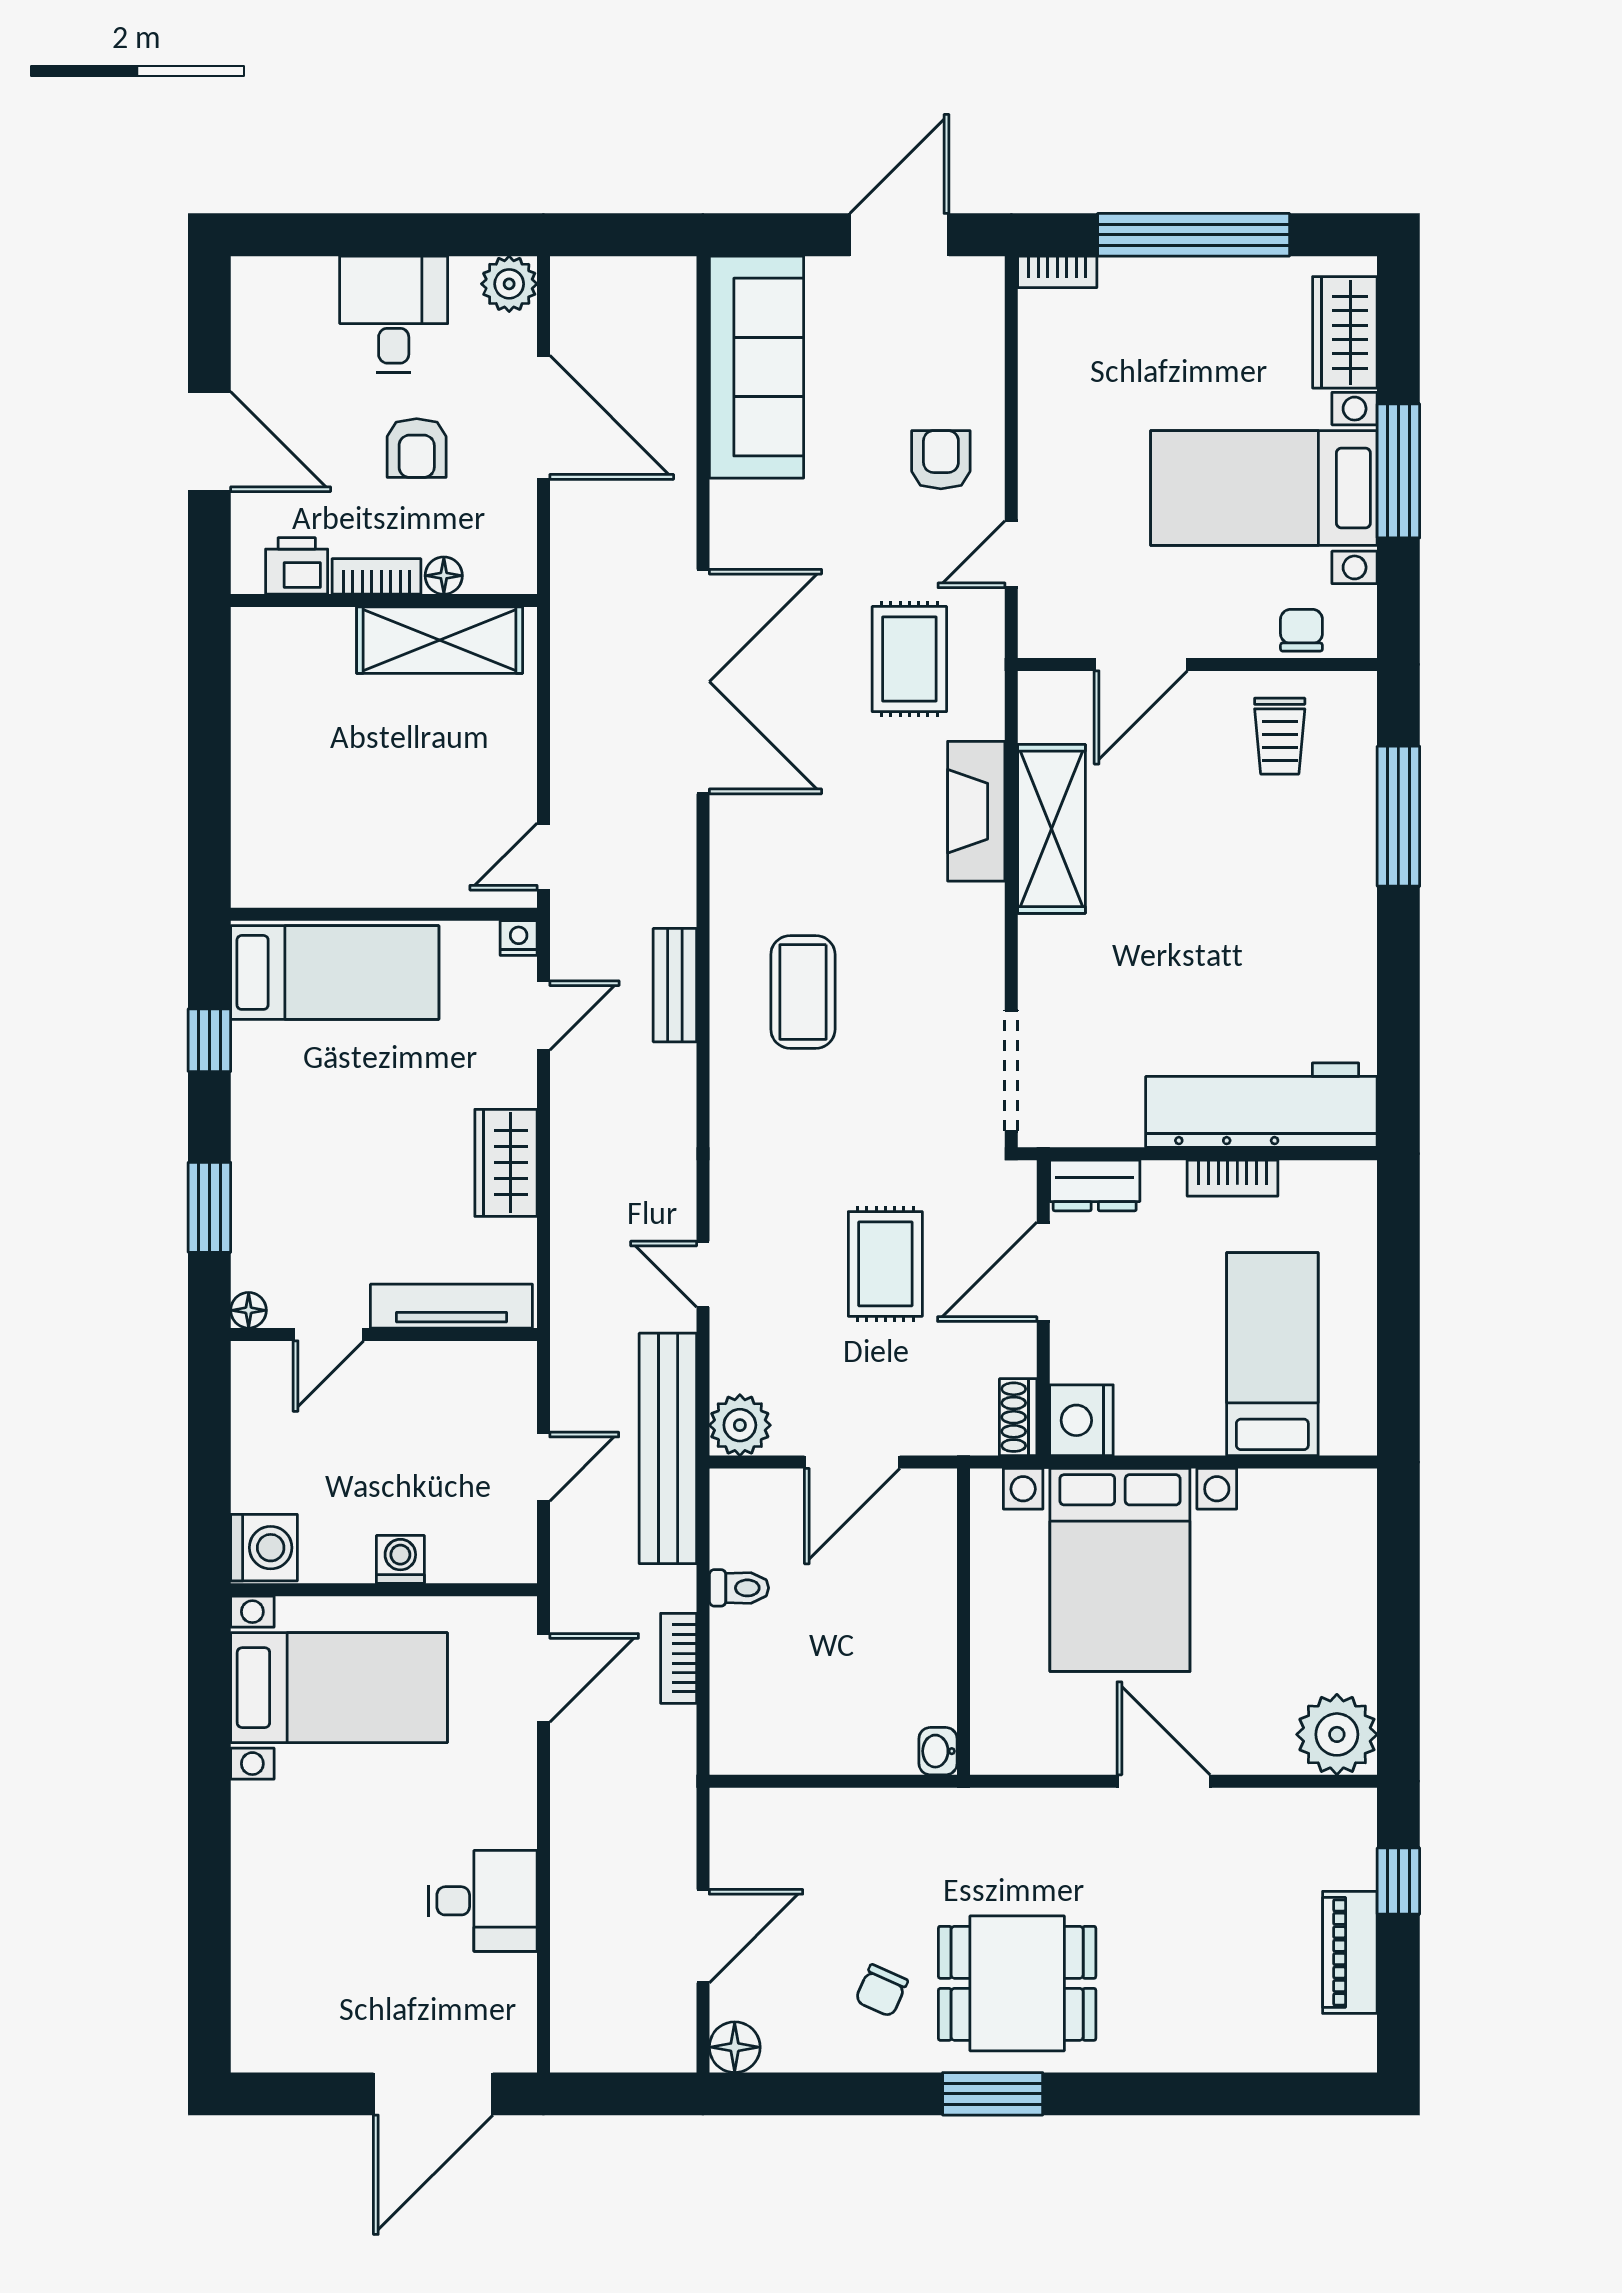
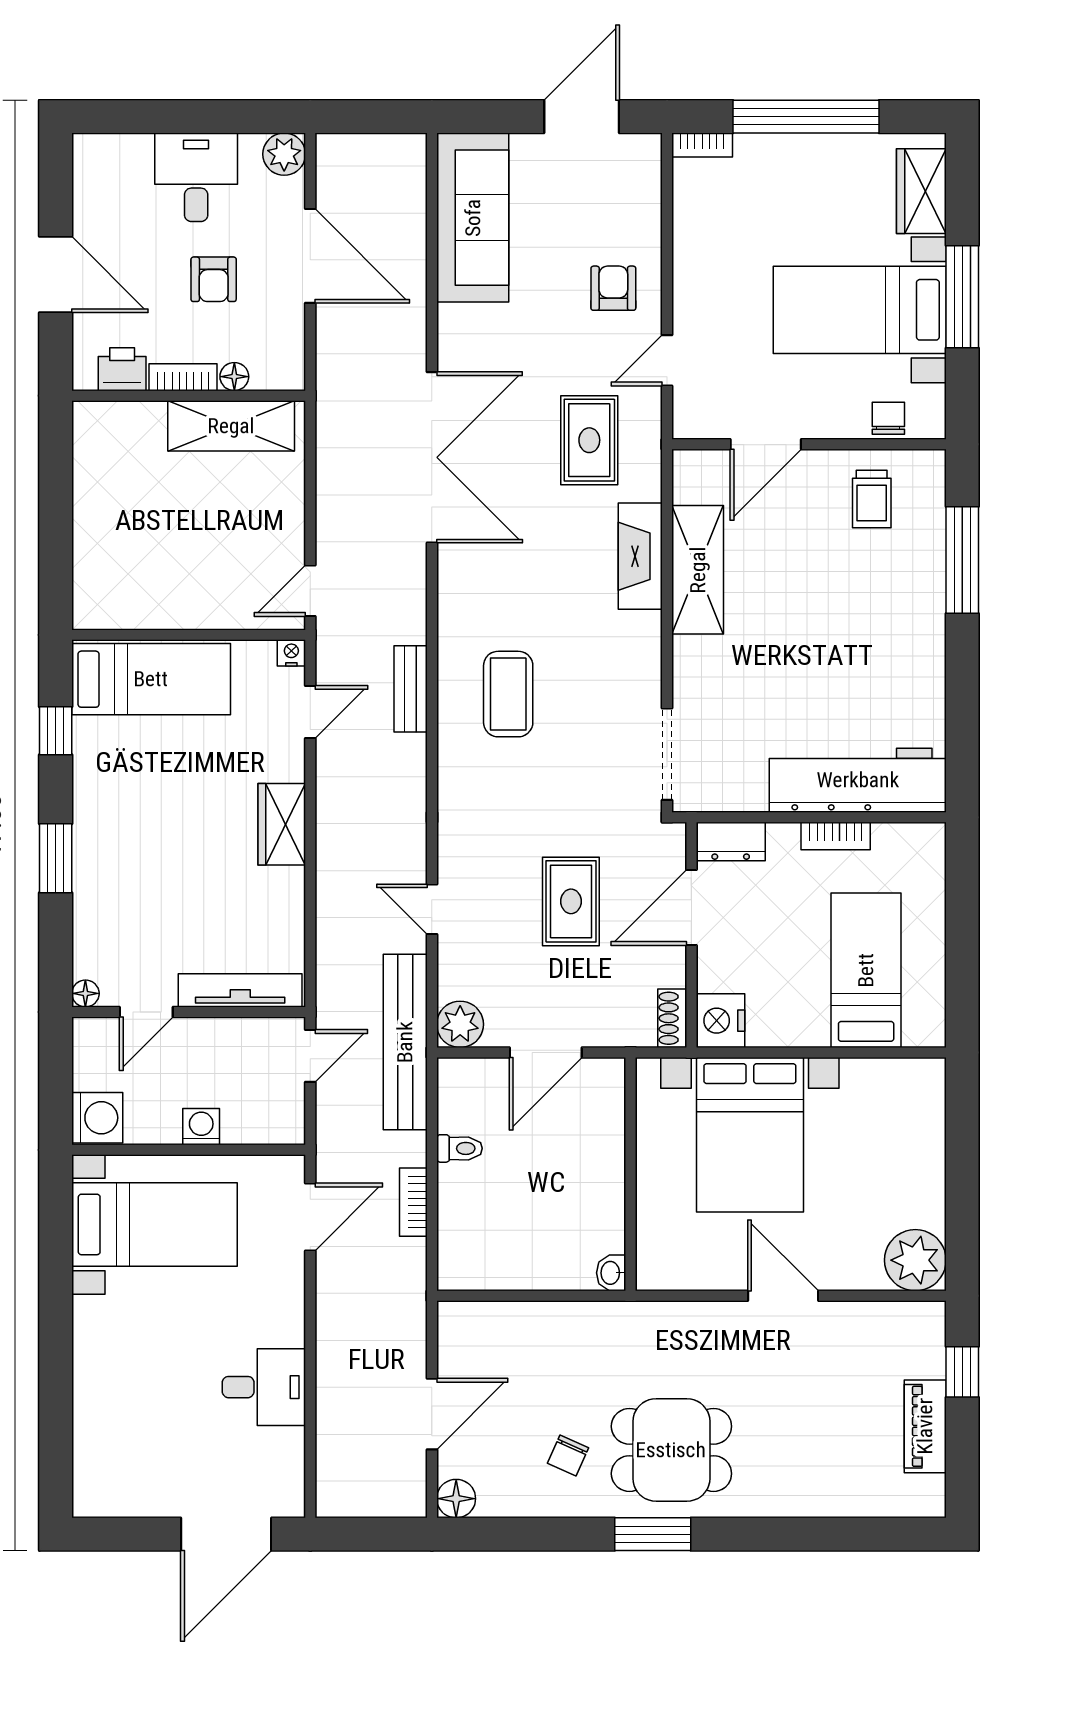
tv unit: (451, 1306) -> (240, 990), moved
floor lamp: (249, 1310) -> (85, 993), moved
door: (328, 1334) -> (146, 1012), moved
wall: (384, 1334) -> (189, 1012), moved

